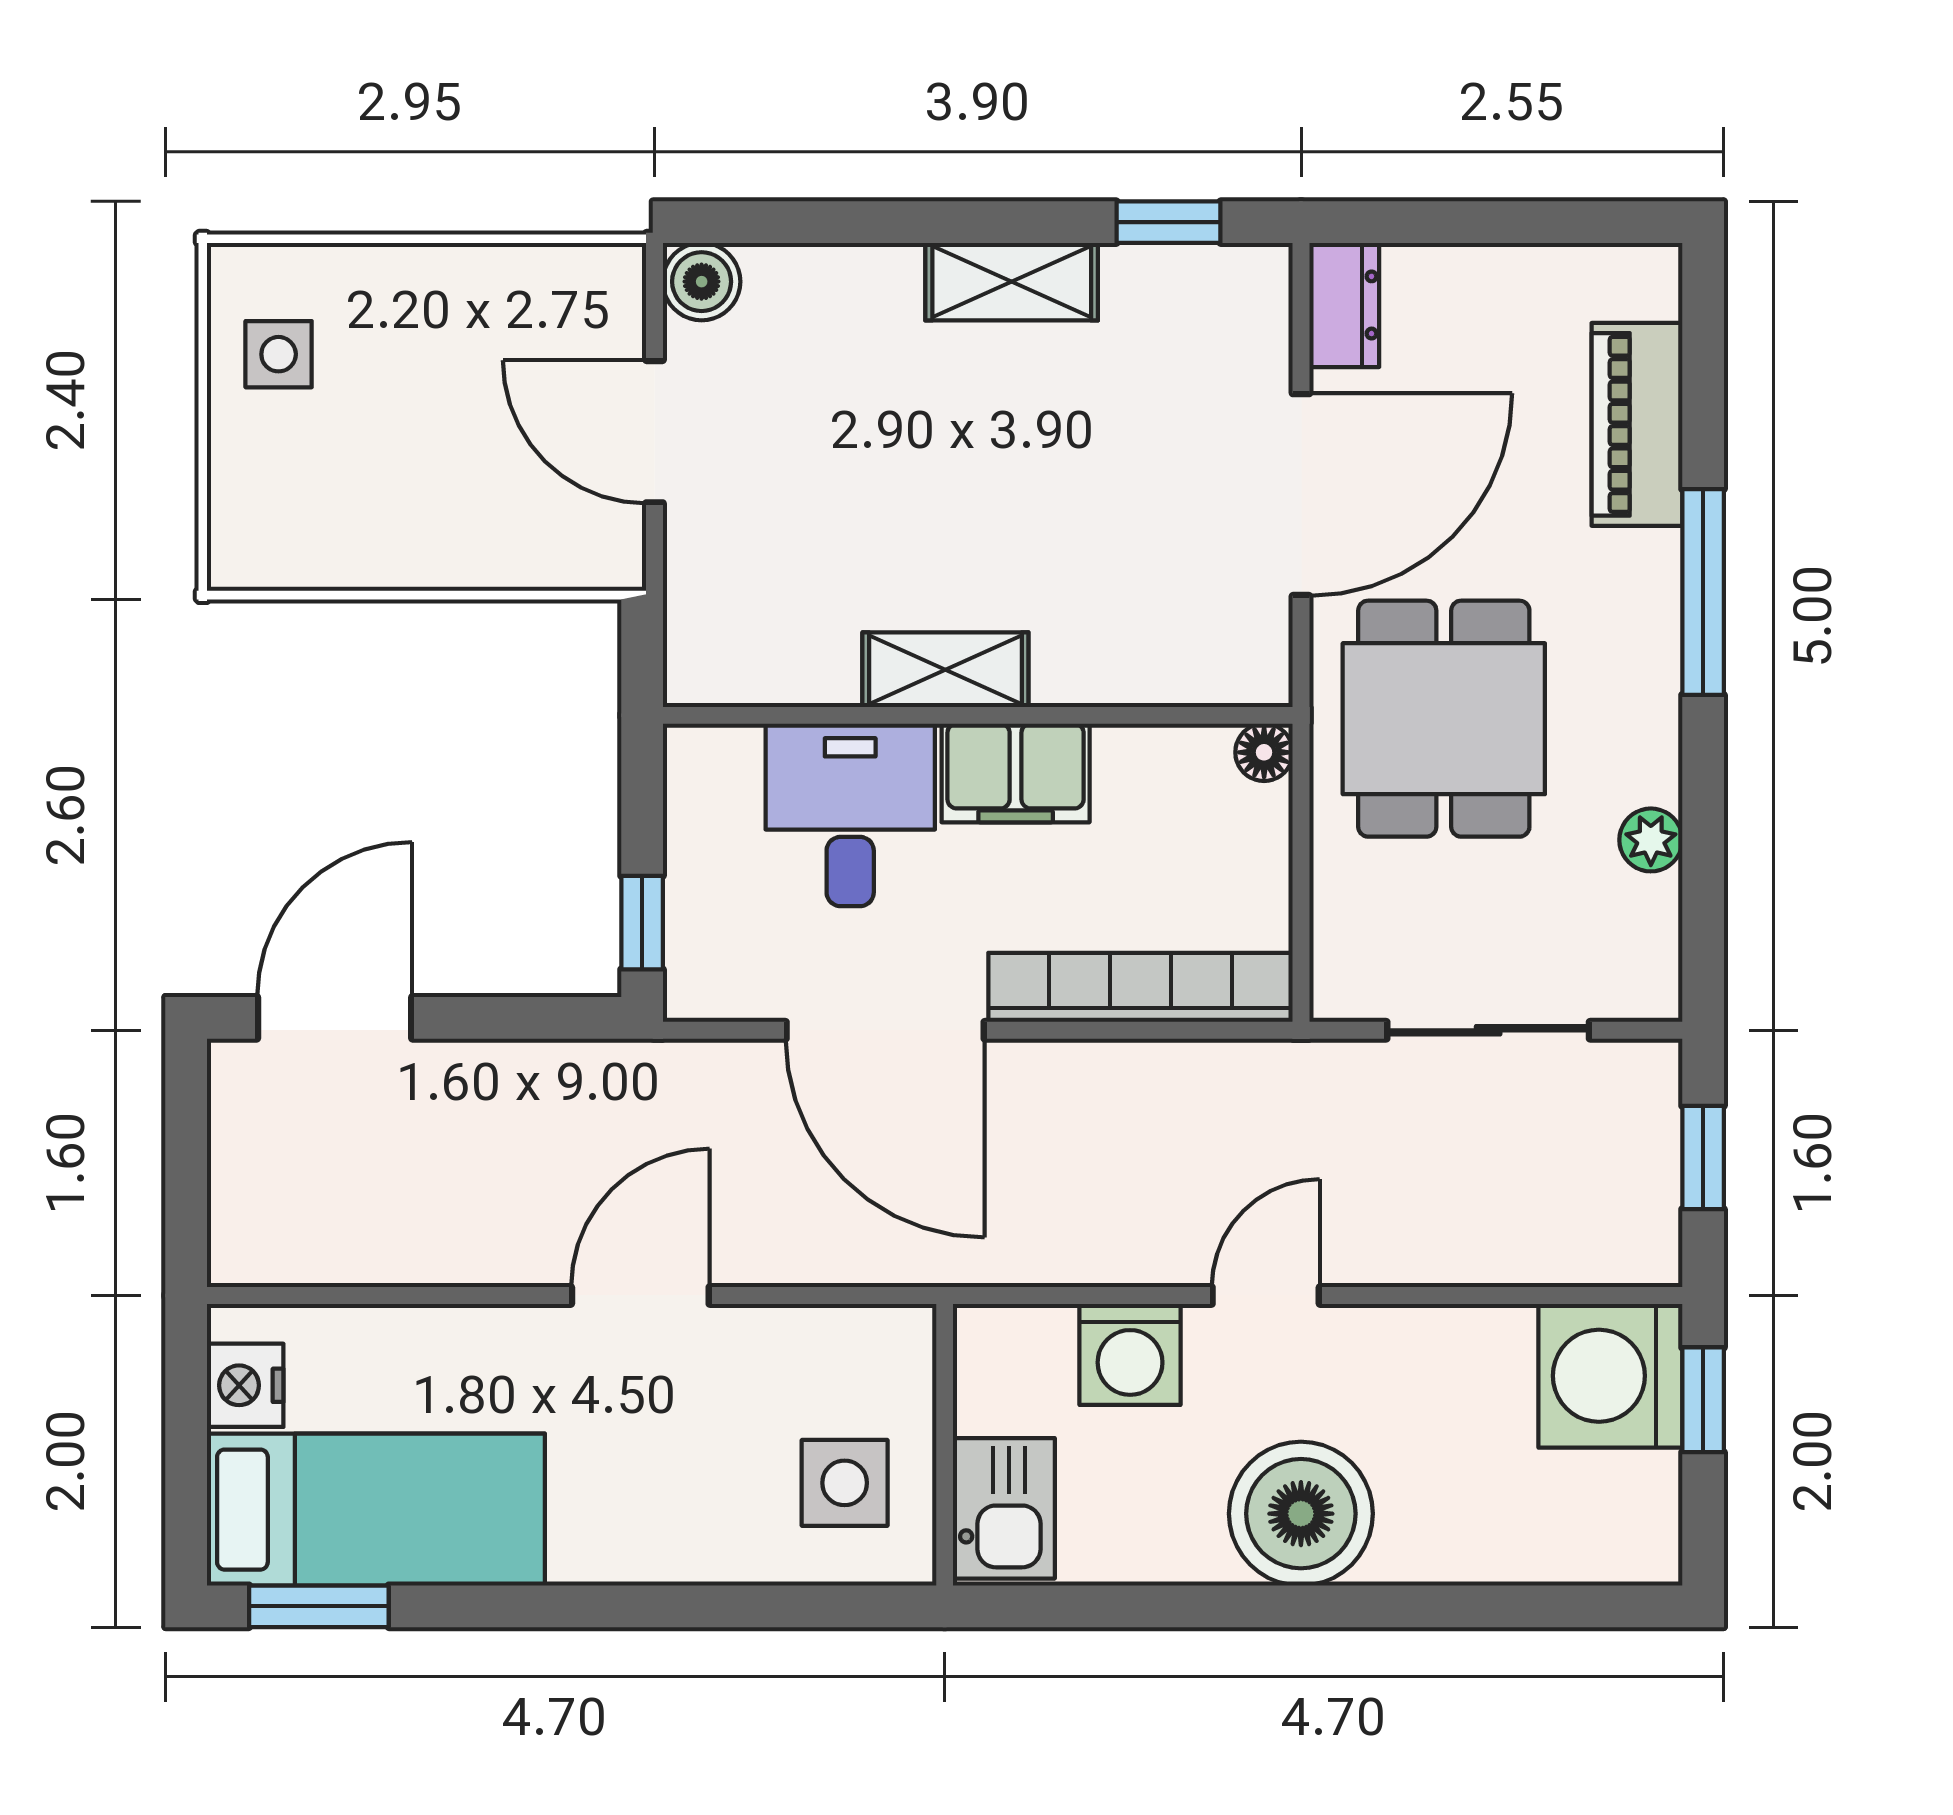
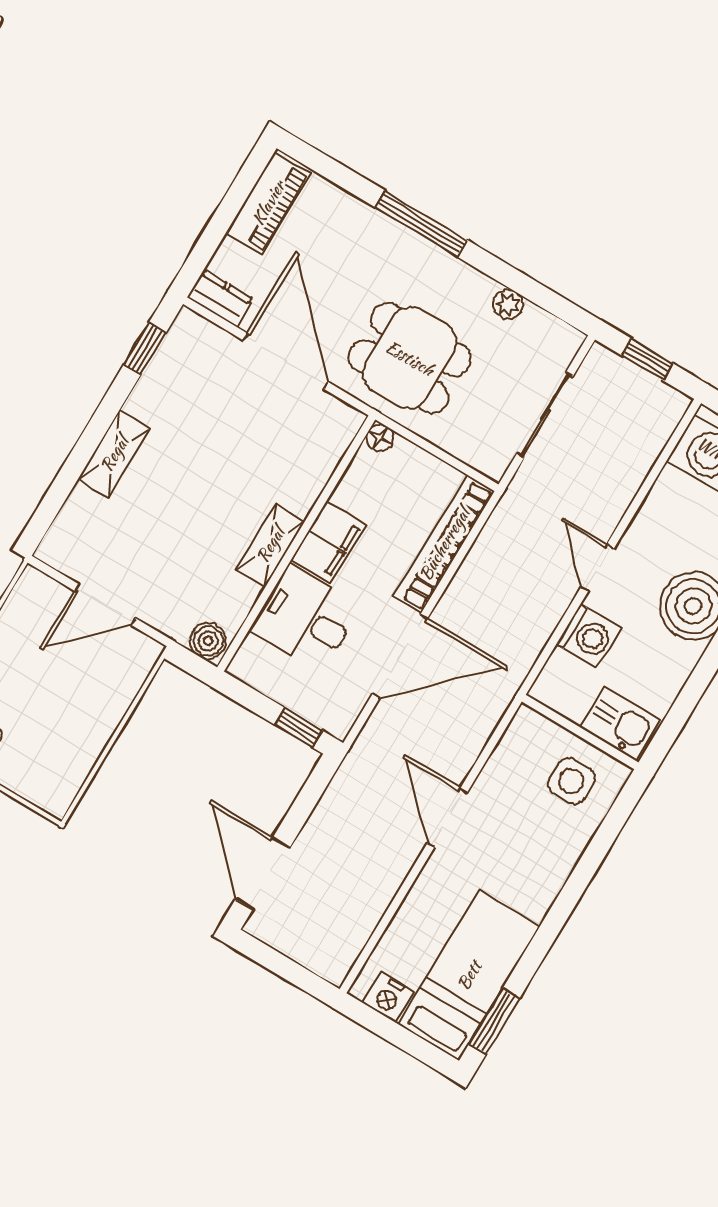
boiler: (702, 282) -> (208, 641), moved
shelving: (1012, 282) -> (114, 454), moved
piano: (1637, 424) -> (268, 203), moved, turned -90

